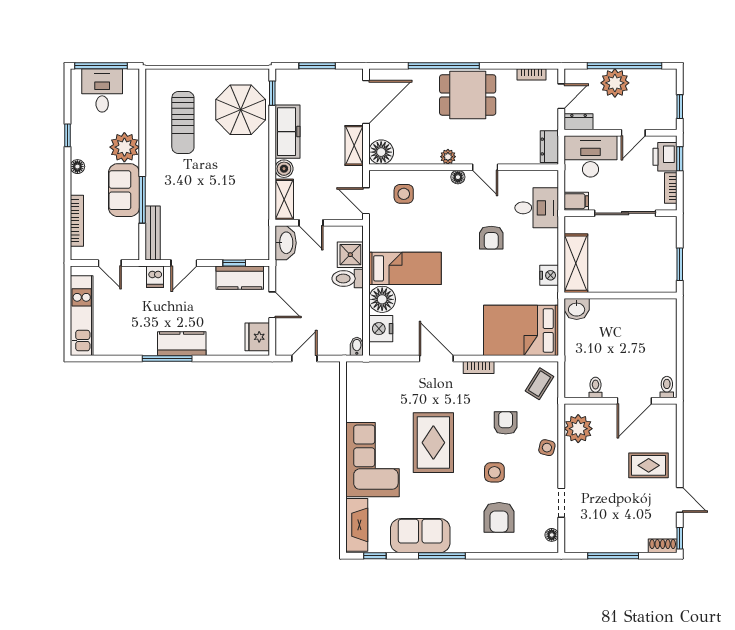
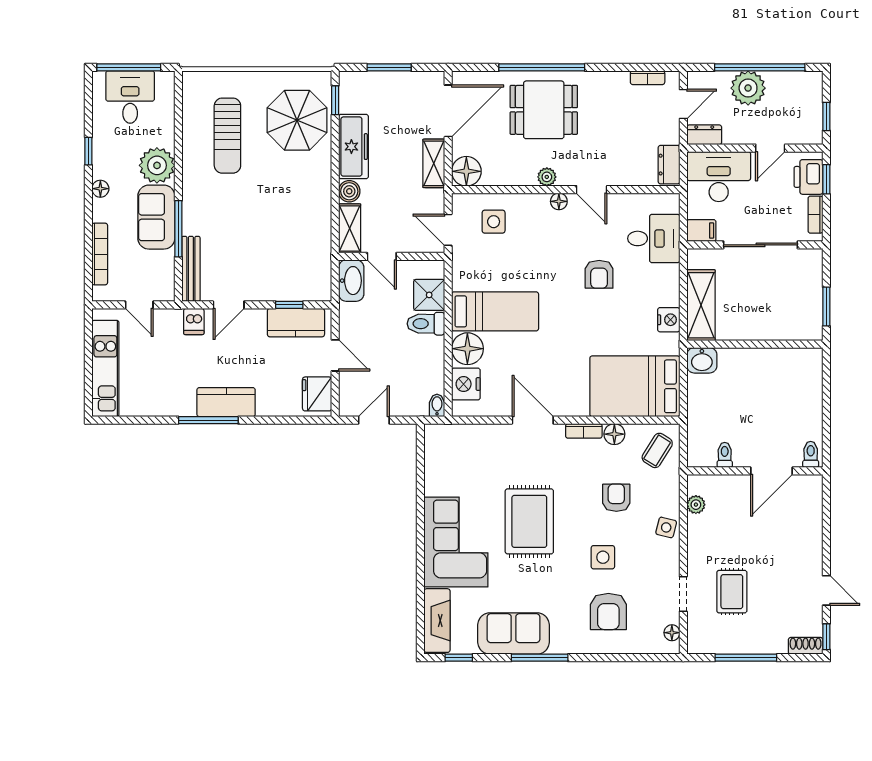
dining table: (468, 95) -> (544, 110), moved
floor lamp: (504, 370) -> (614, 434), added
plant: (578, 429) -> (696, 505), width x0.53, depth x0.53
rug: (649, 465) -> (732, 592), moved, turned 90

